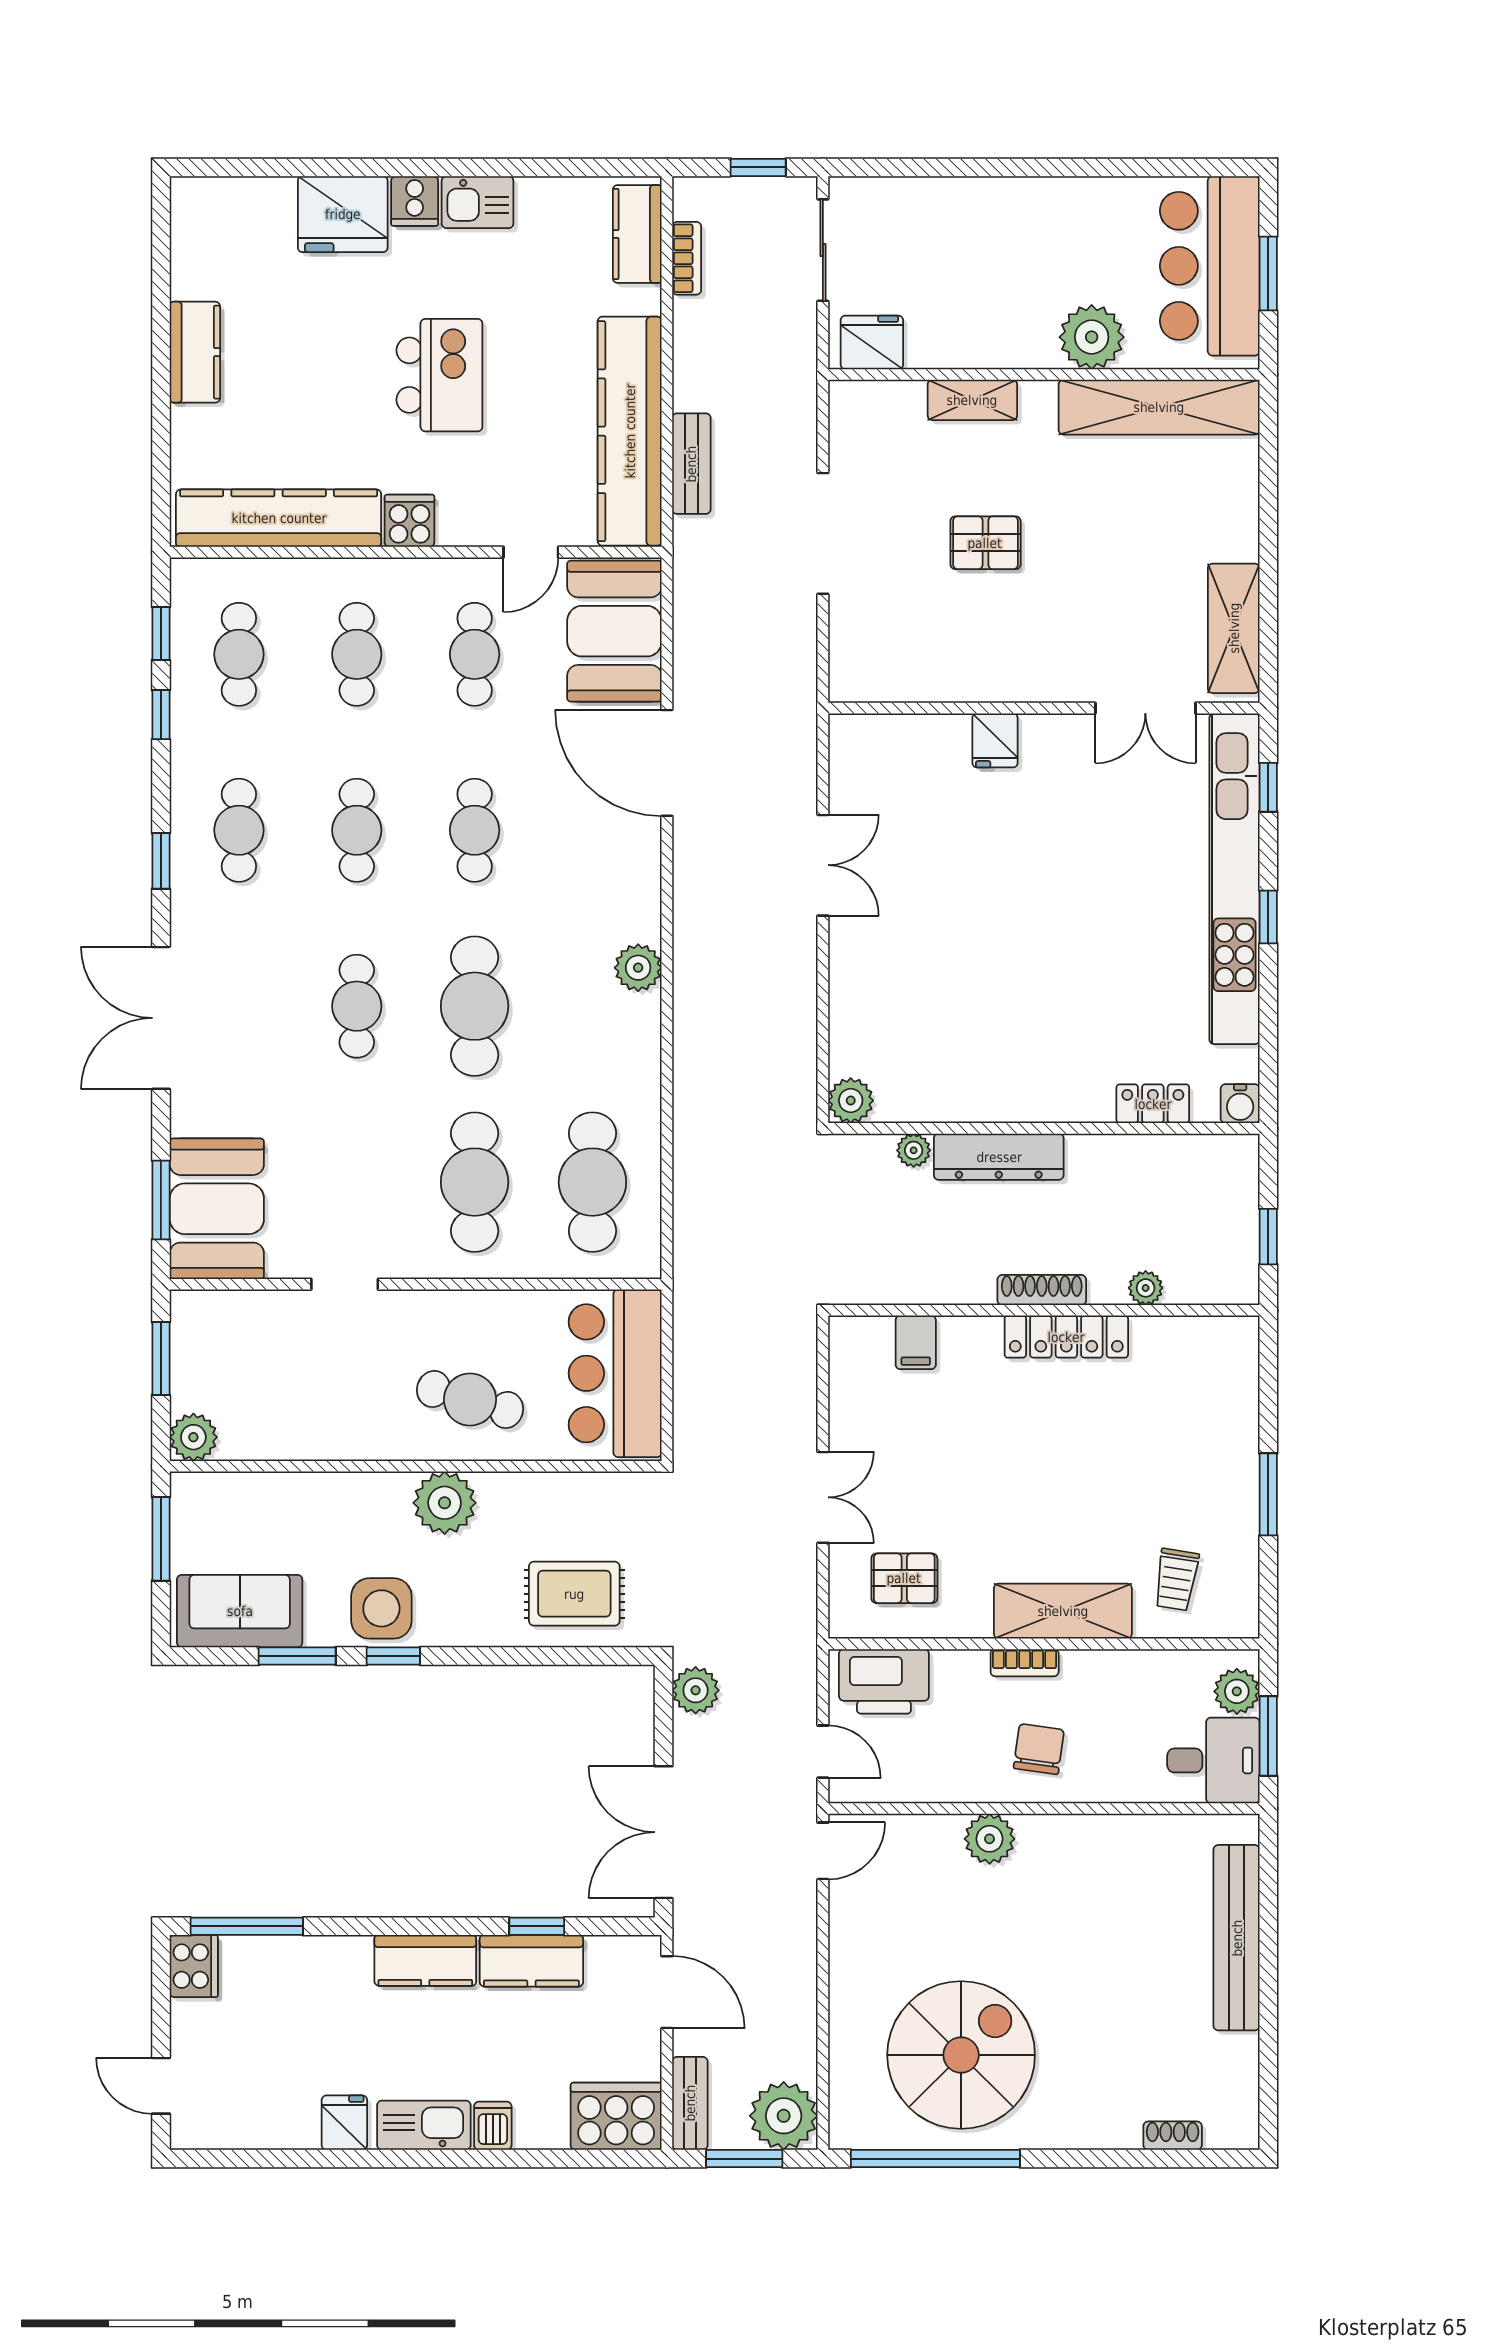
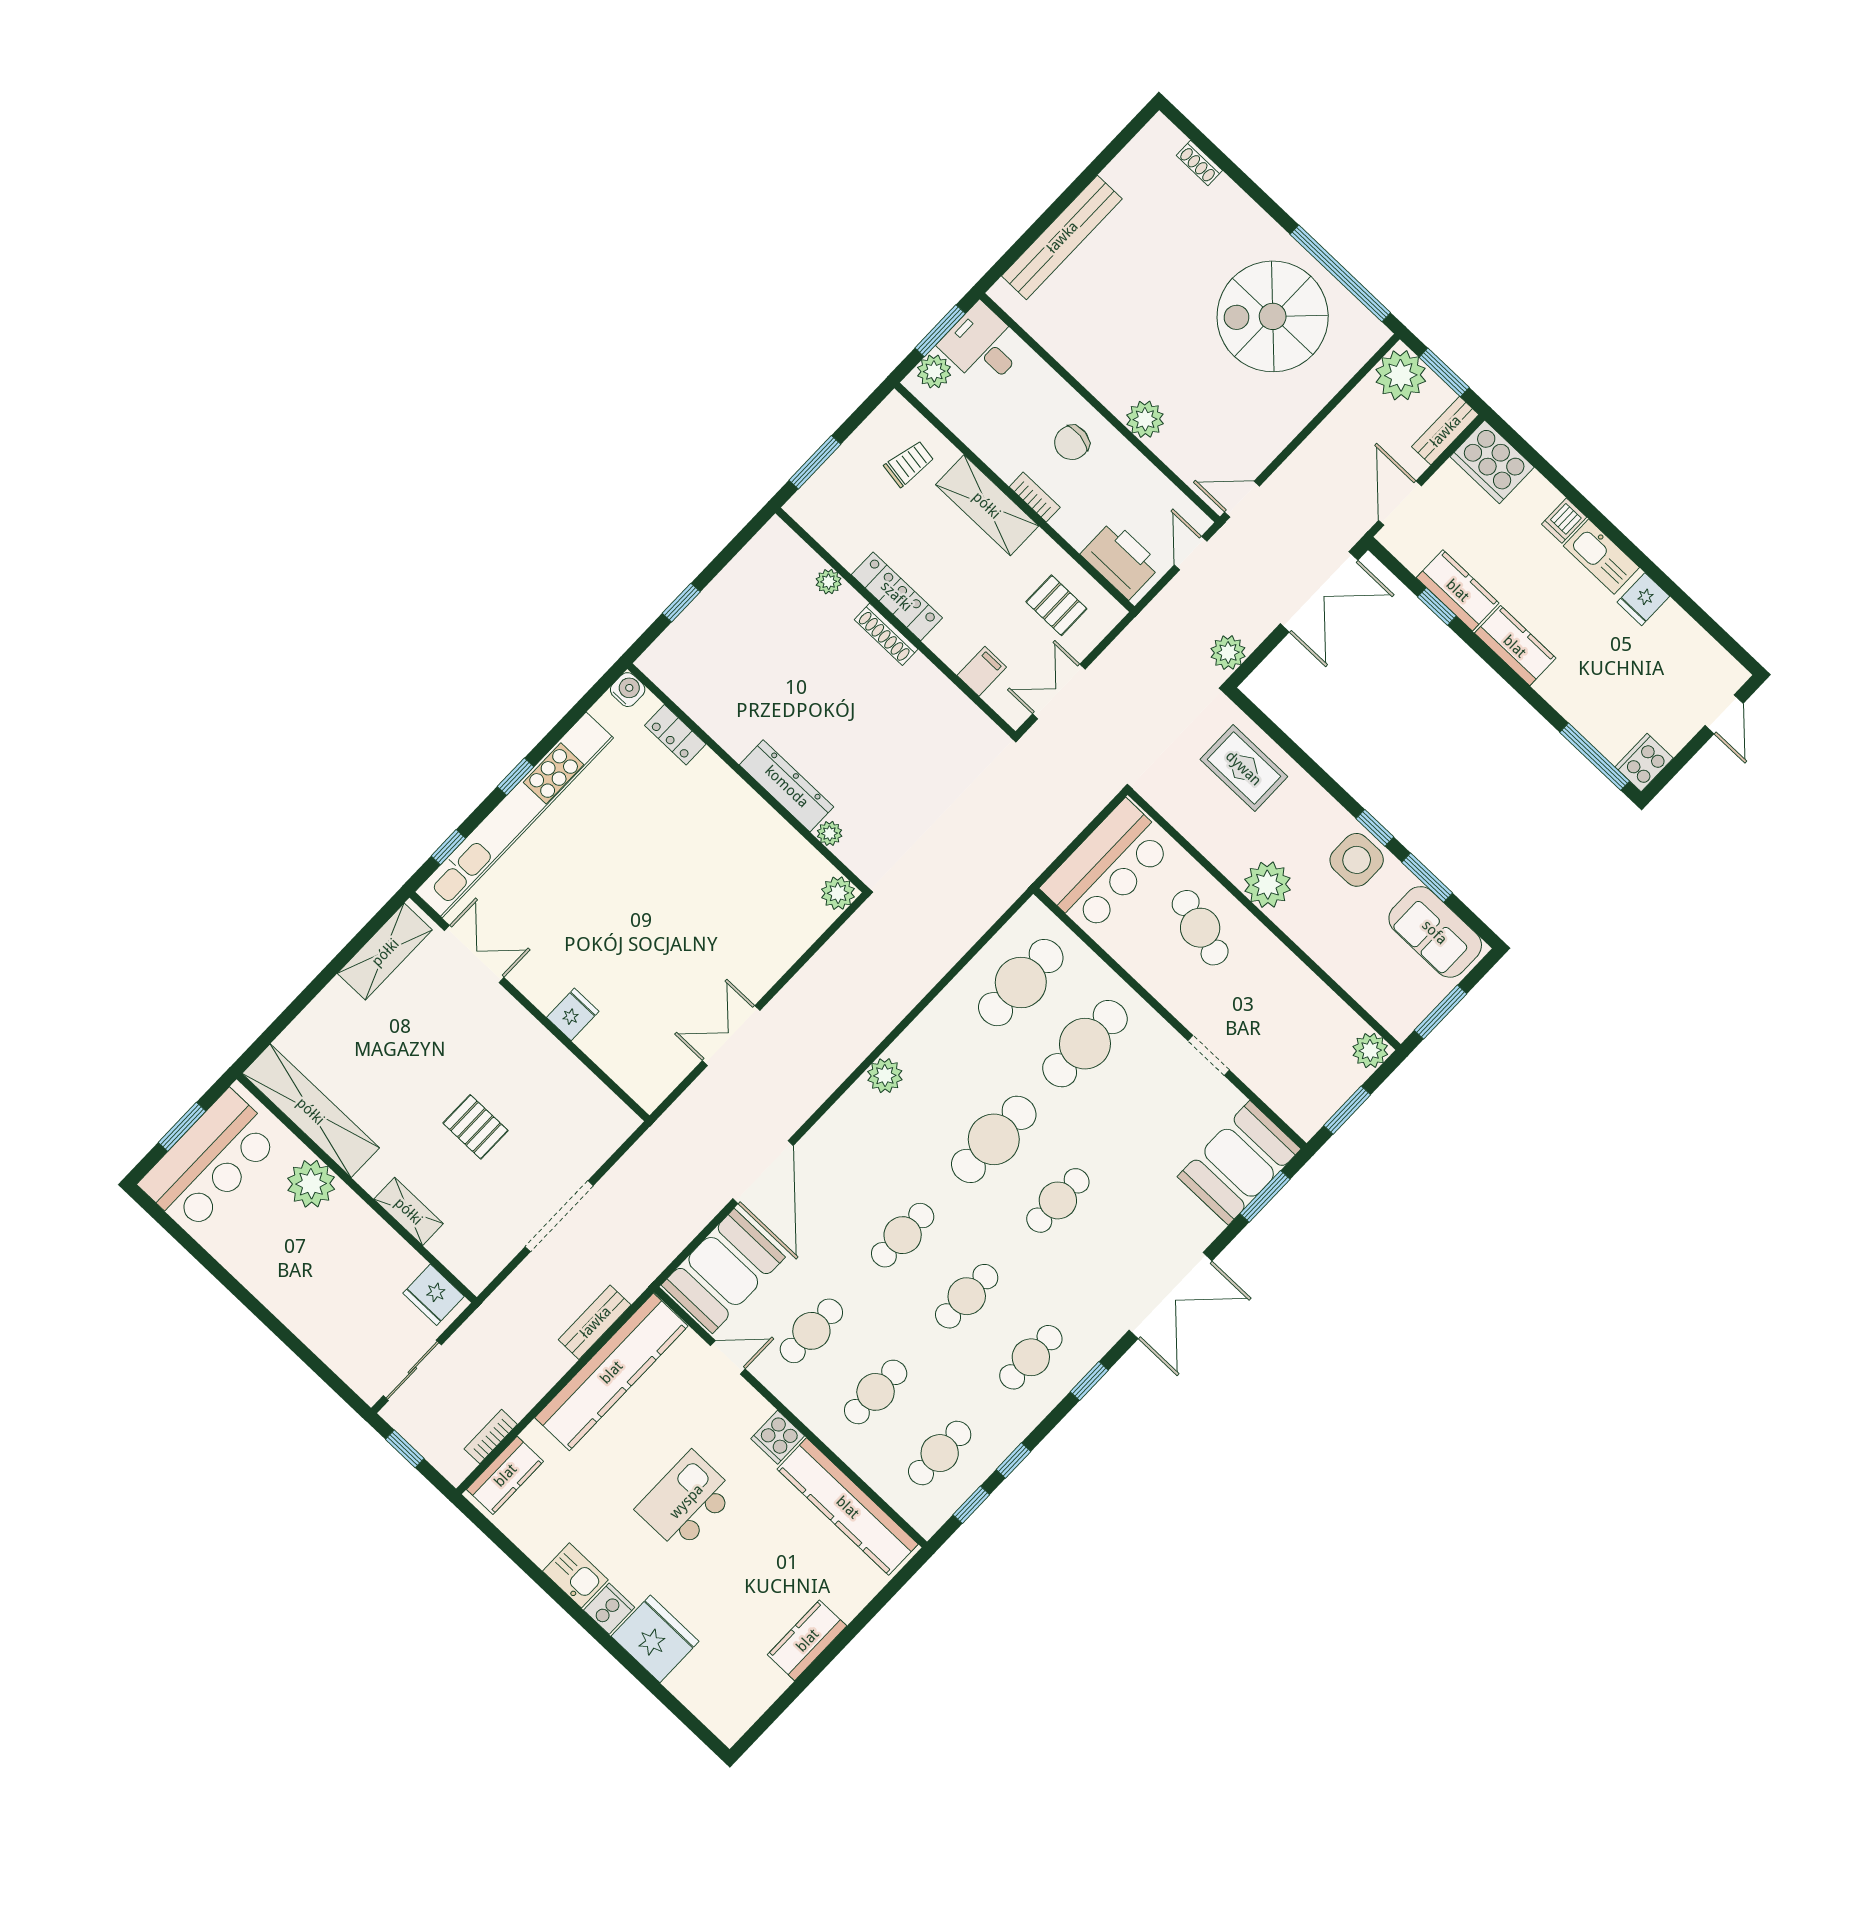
plant: (1146, 1288) -> (829, 582), moved
shoe rack: (1042, 1290) -> (886, 634), moved
wall: (1044, 1310) -> (895, 622), moved
locker: (1066, 1337) -> (897, 596), moved
filing cabinet: (916, 1342) -> (982, 671), moved

